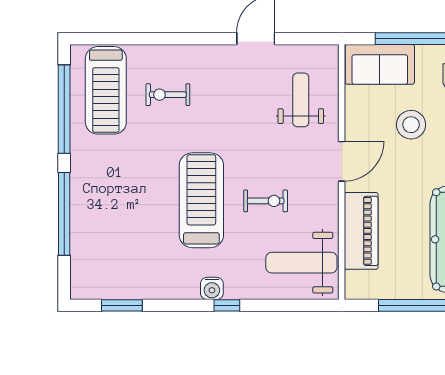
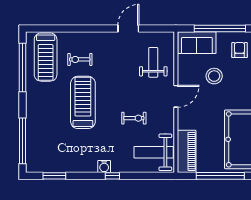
treadmill: (201, 200) -> (83, 102), moved
window: (64, 214) -> (22, 141), moved
piano: (361, 231) -> (187, 151), moved

